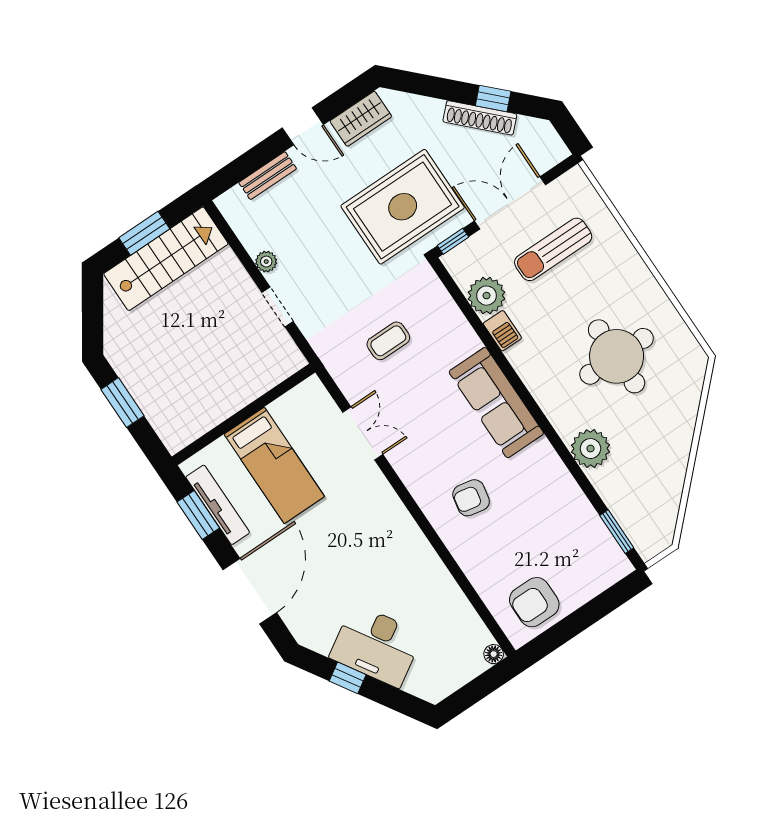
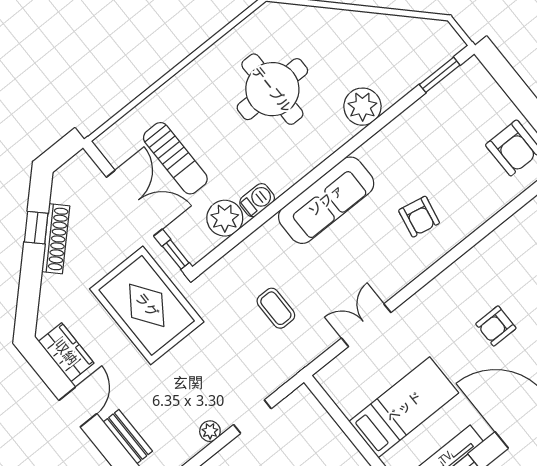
double door: (510, 203) -> (134, 203), swing flipped
armchair: (351, 568) -> (496, 326), added

